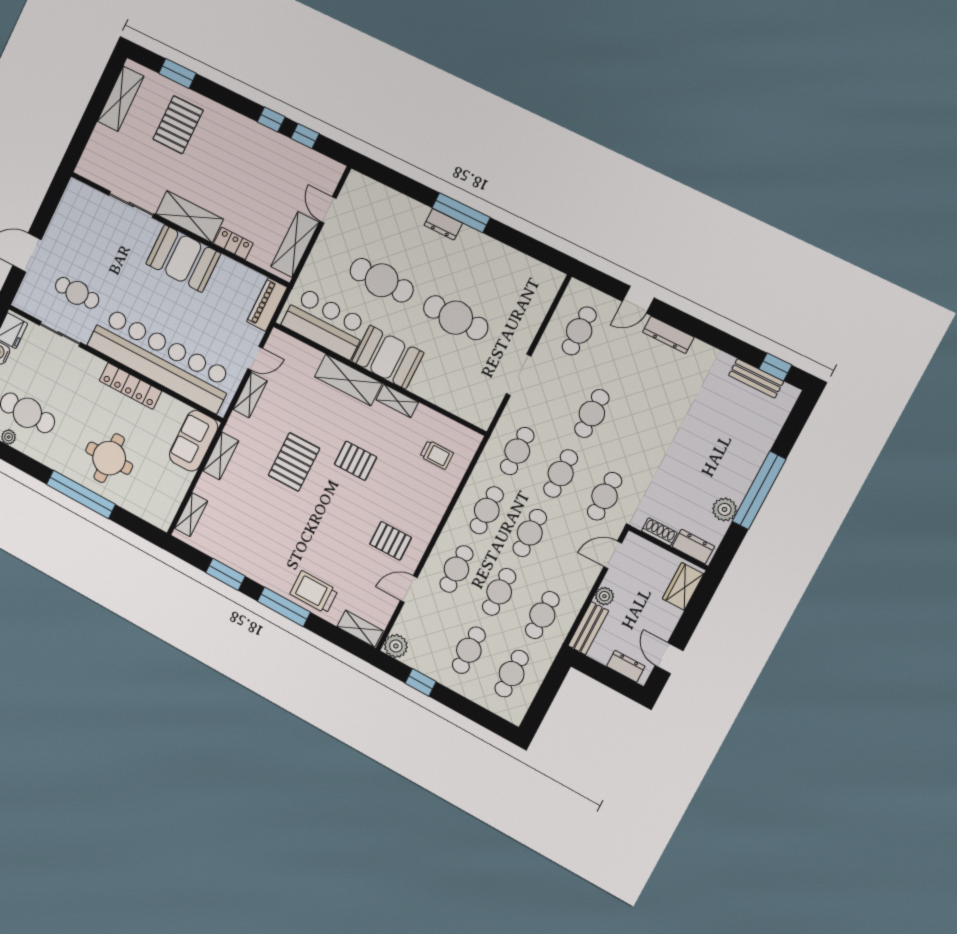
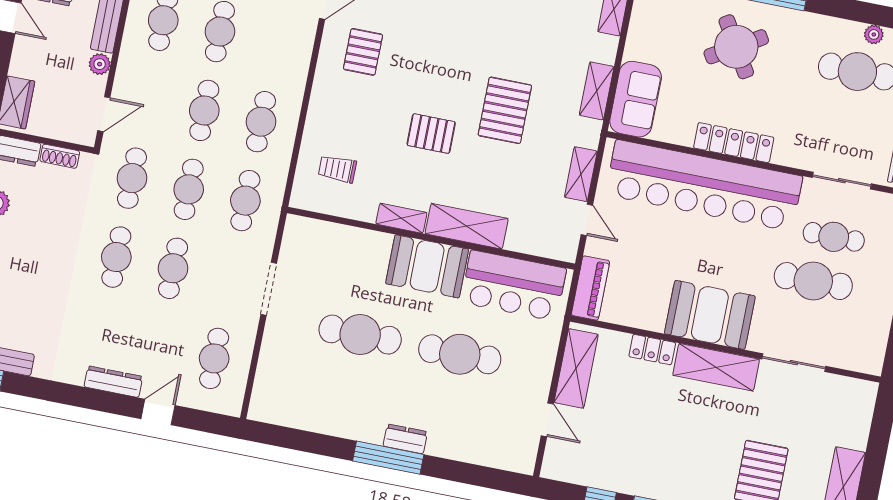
cafe table: (101, 263) -> (813, 281), added
door: (255, 358) -> (587, 220), swing flipped
round table: (109, 458) -> (736, 47), turned -31
pallet: (391, 541) -> (363, 52), turned 90
cafe table: (456, 569) -> (116, 257), moved

